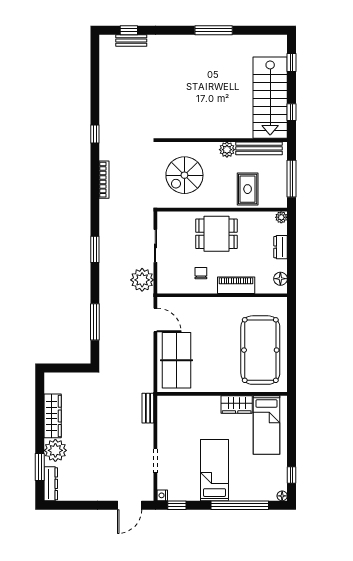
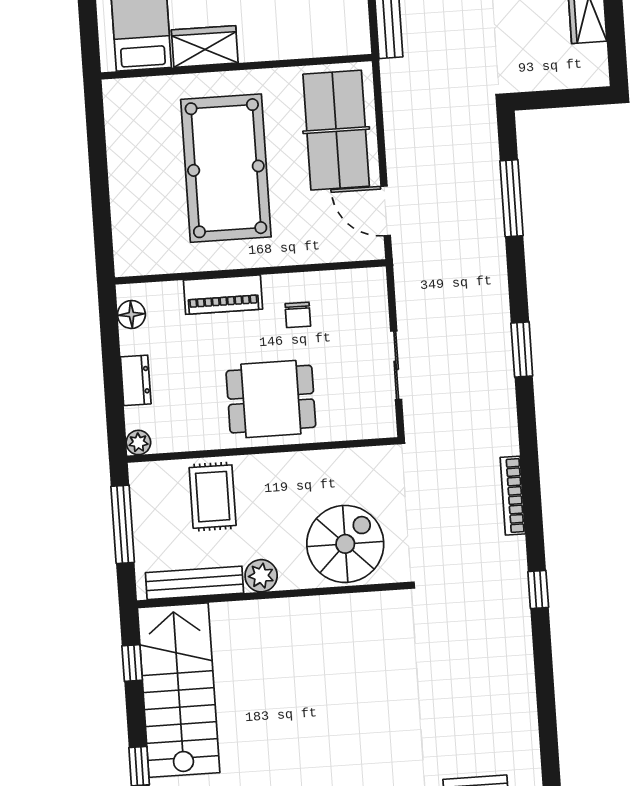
spiral stairs: (184, 175) -> (345, 544), moved
plant: (142, 280) -> (419, 293), removed
pool table: (260, 350) -> (226, 168), moved

